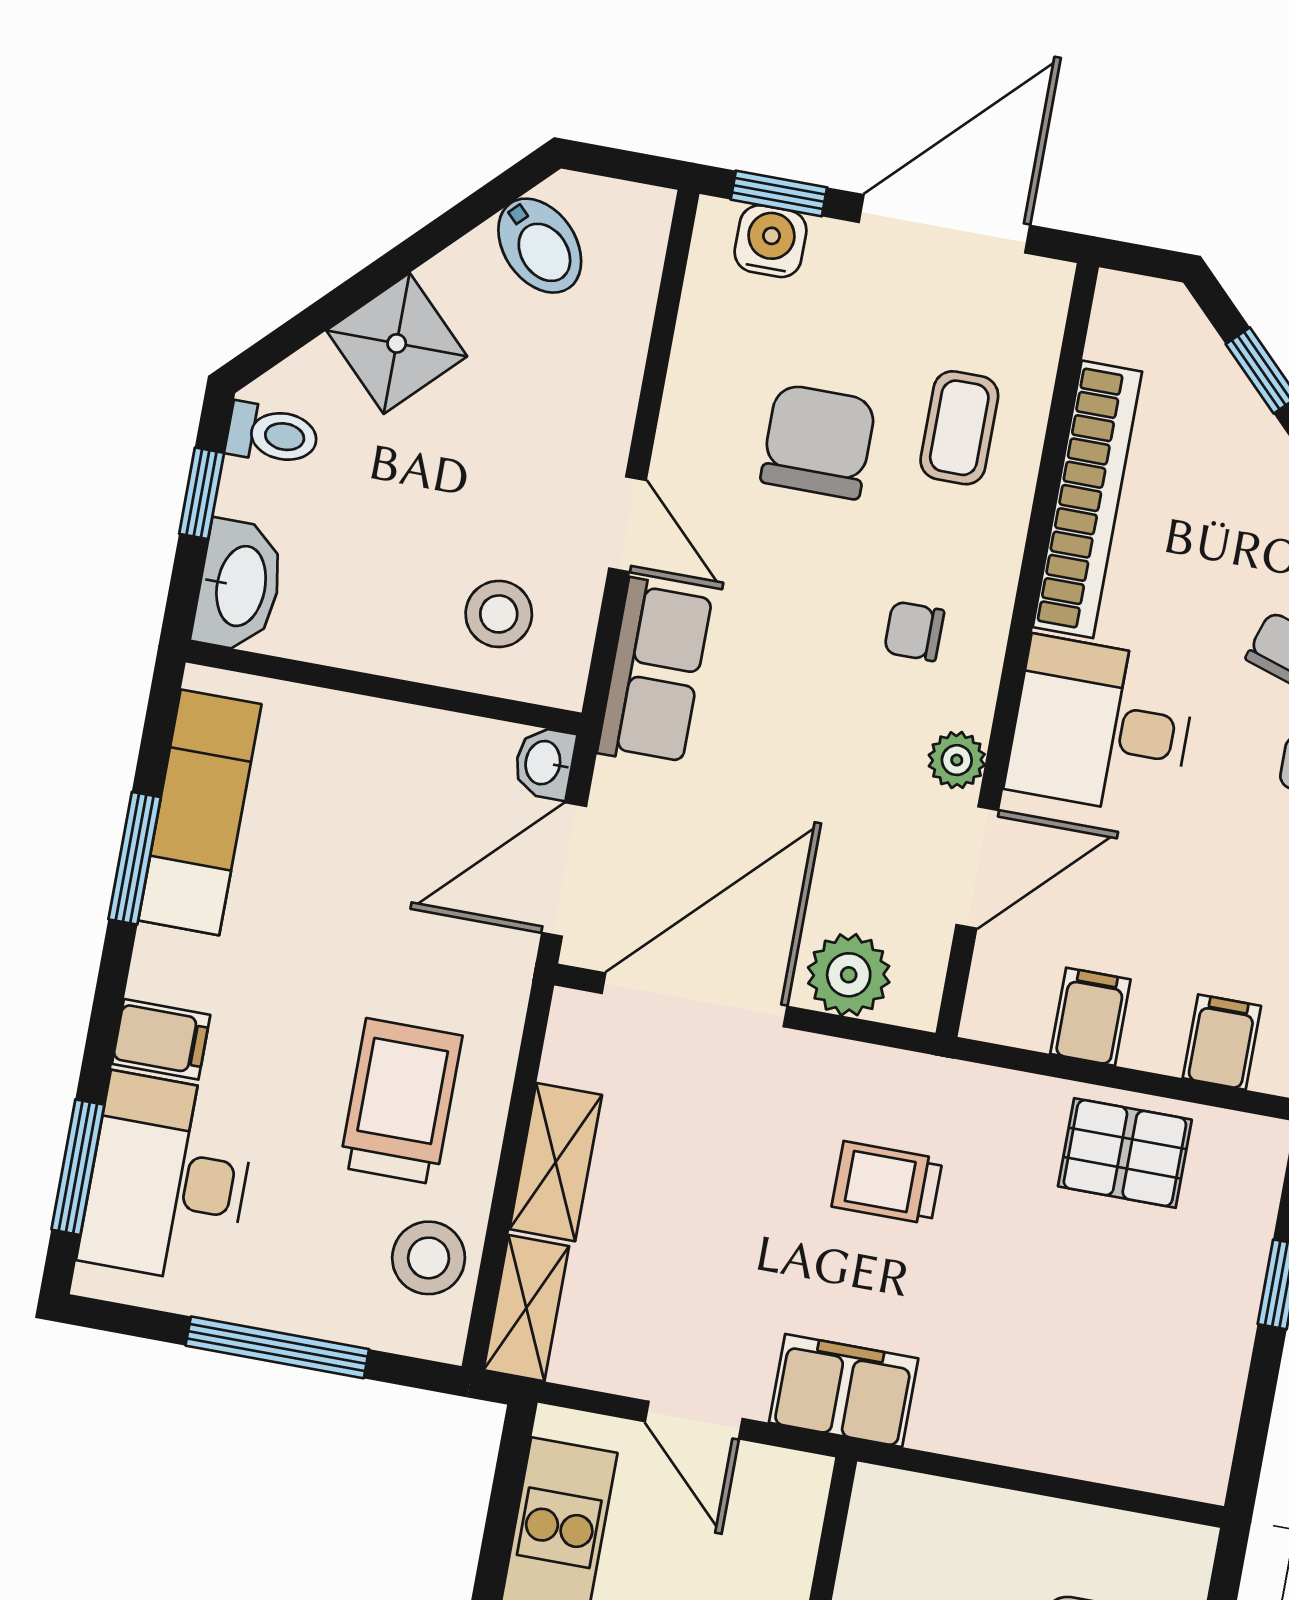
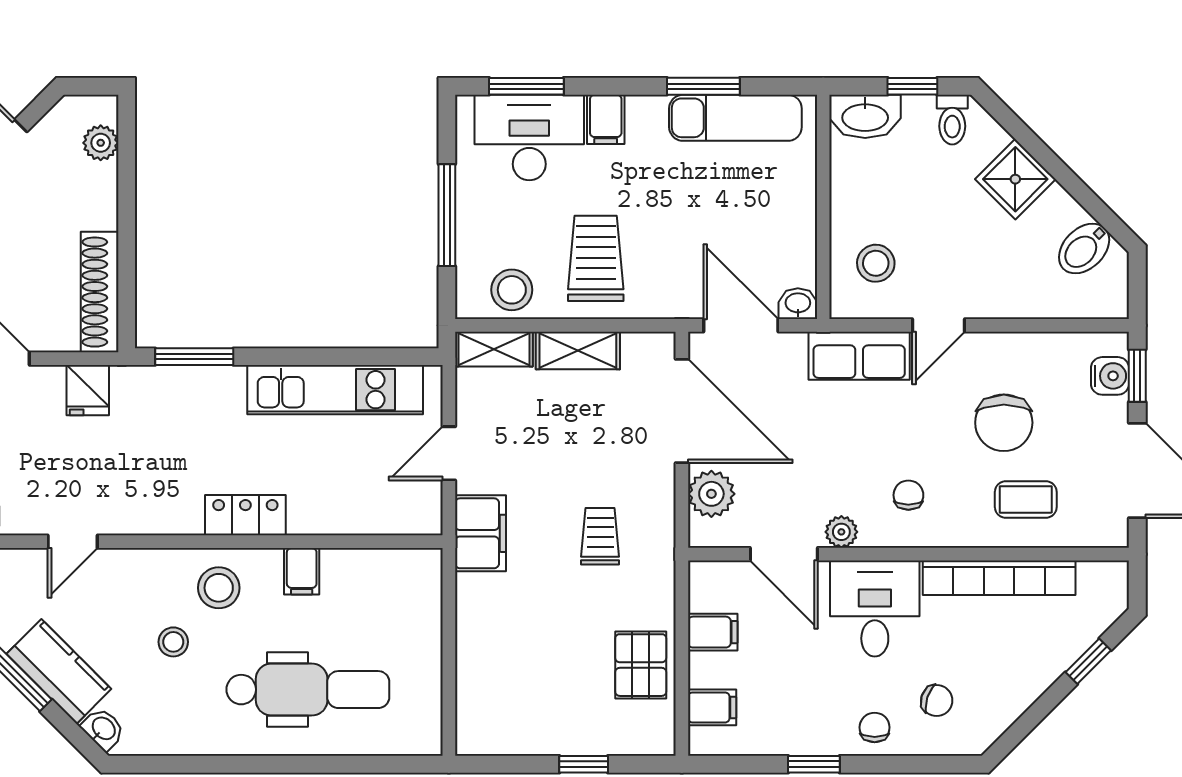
chair: (818, 442) -> (1004, 423), turned 90
trolley: (401, 1101) -> (596, 258), turned -90

